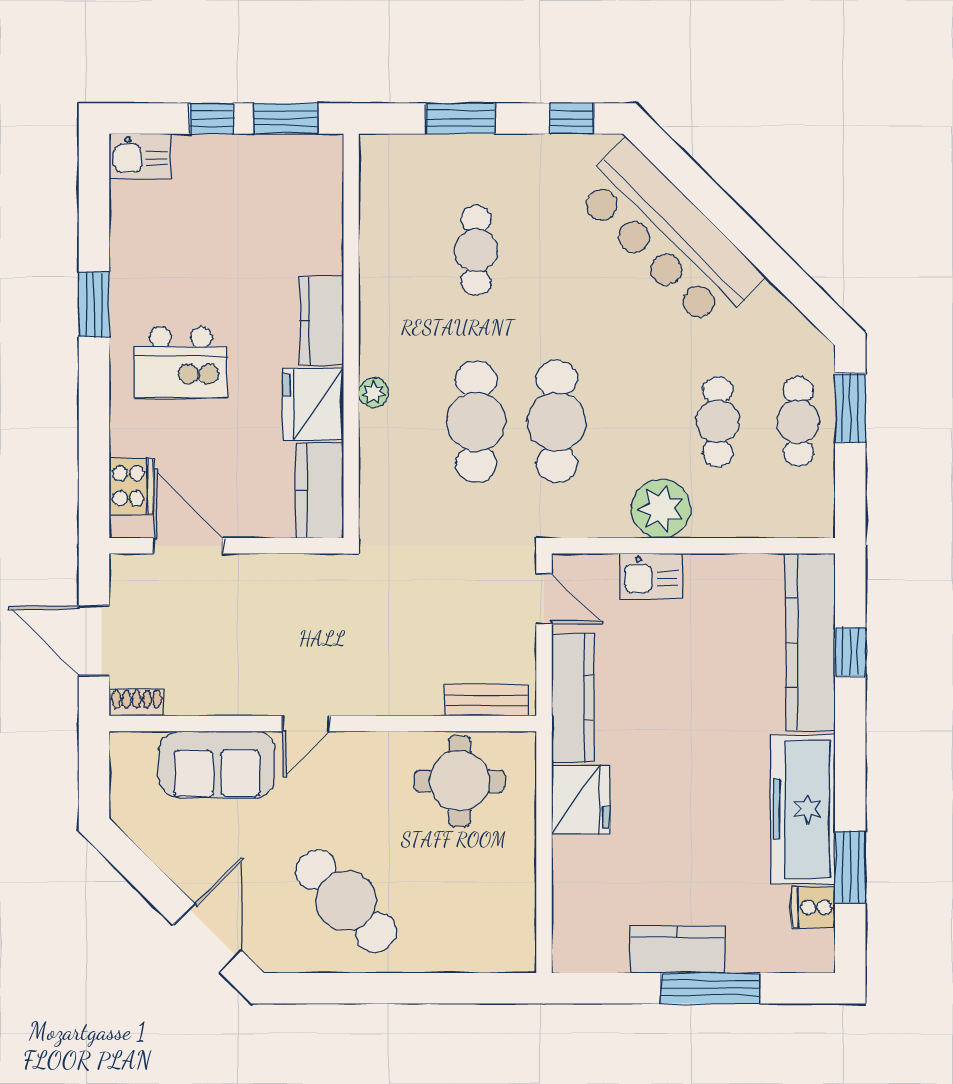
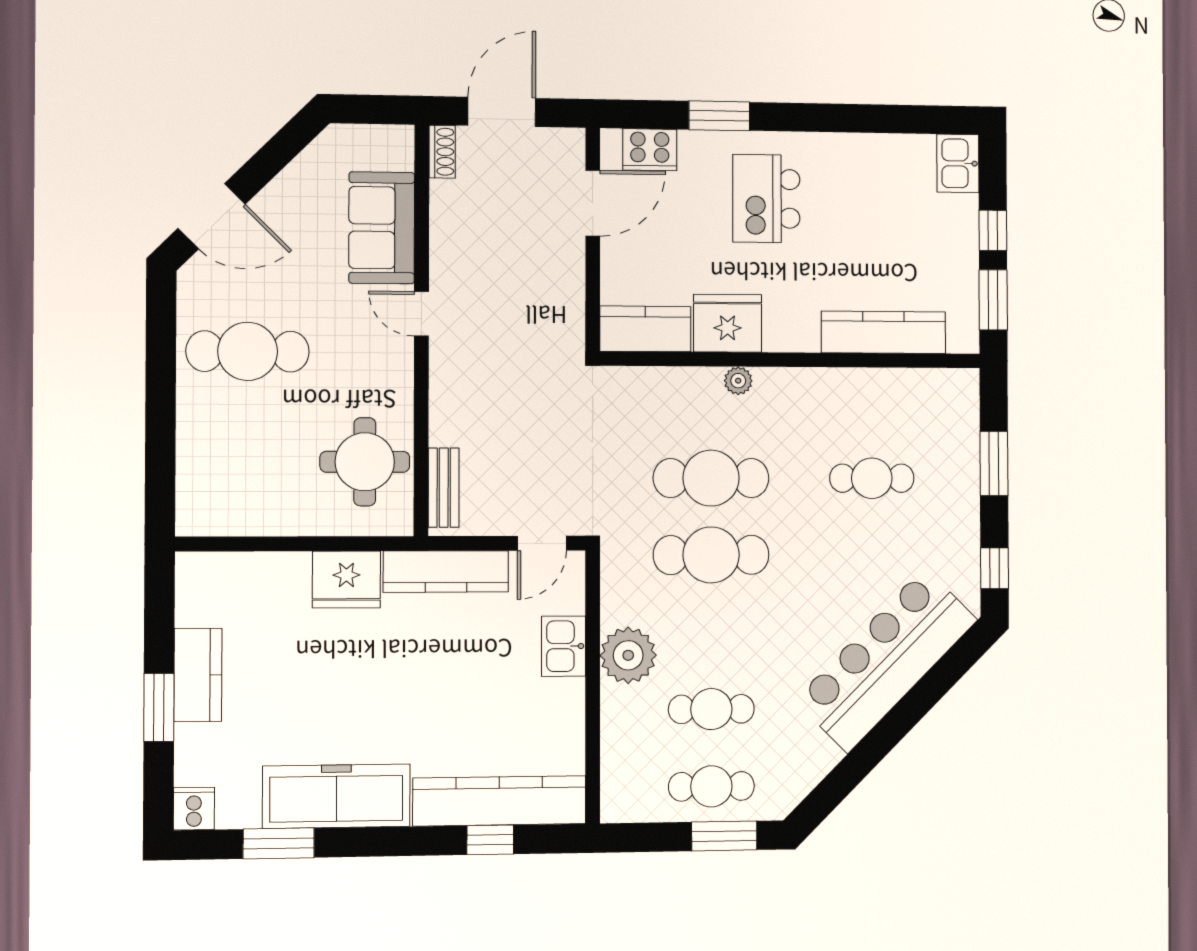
window: (94, 305) -> (719, 116), moved
kitchen counter: (321, 321) -> (883, 332), moved, width x1.50
cafe table: (346, 901) -> (248, 351), turned 44
cooker: (814, 907) -> (194, 809), moved
window: (710, 988) -> (159, 707), width x0.69

